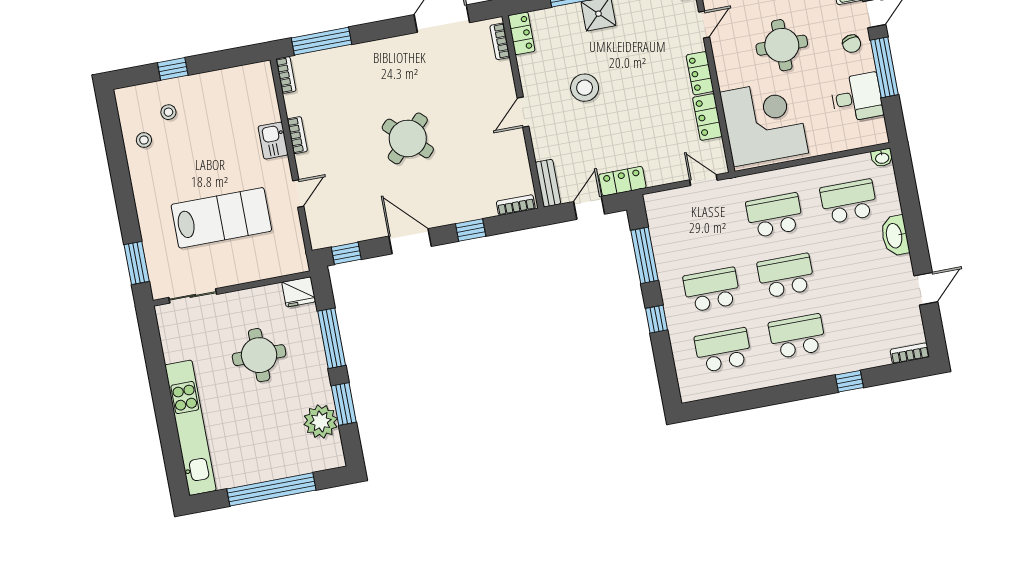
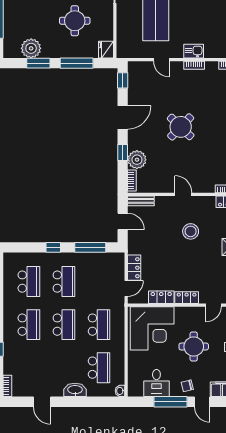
door: (704, 25) -> (213, 305), hinge flipped
locker: (622, 181) -> (134, 268), moved
plant: (478, 203) -> (137, 160), added

